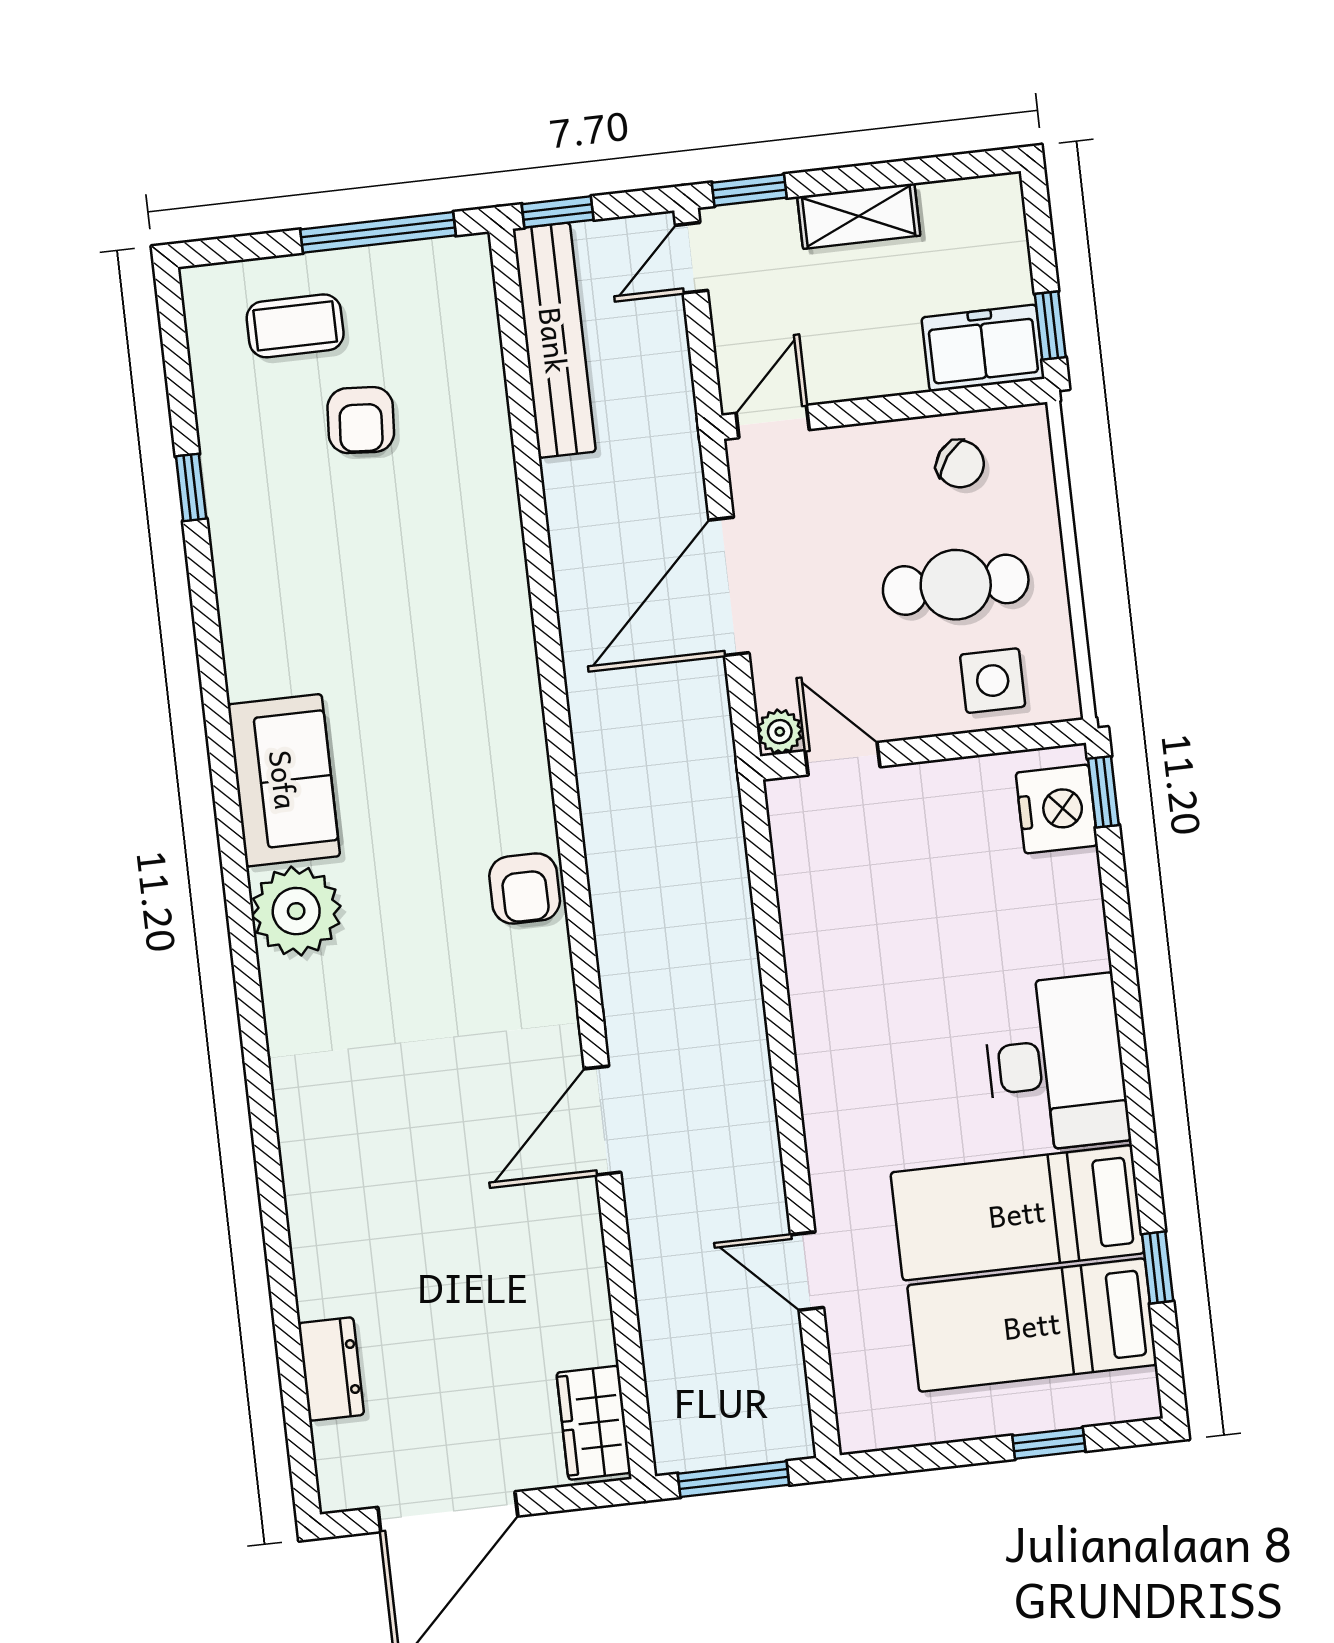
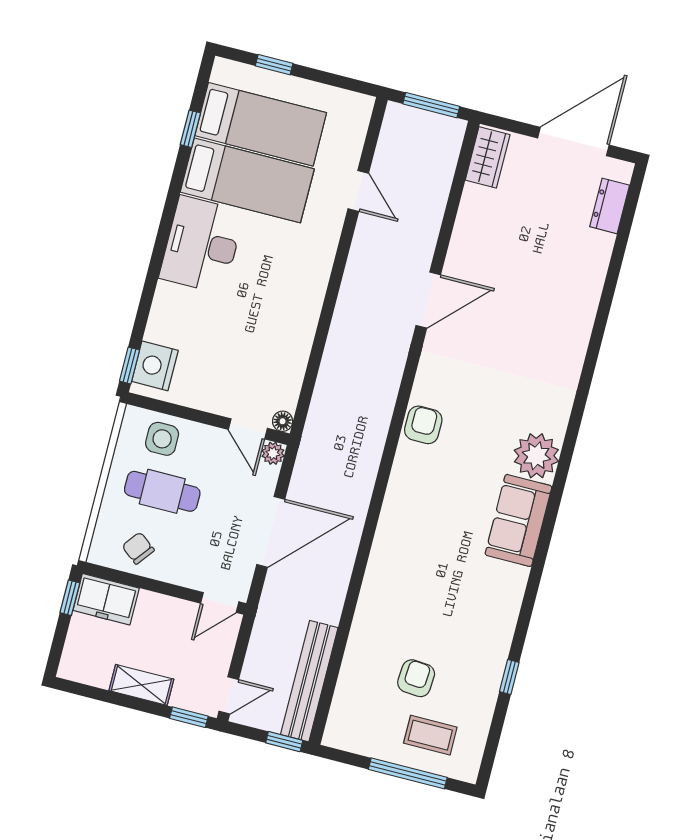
window: (378, 232) -> (408, 773), moved
floor lamp: (785, 797) -> (283, 421), added
dresser: (331, 1369) -> (610, 206), moved

